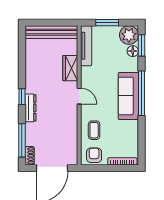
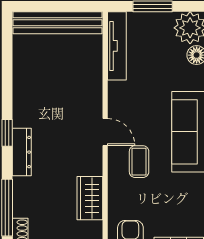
wardrobe: (70, 68) -> (90, 198), moved
coffee table: (94, 130) -> (139, 162), moved

